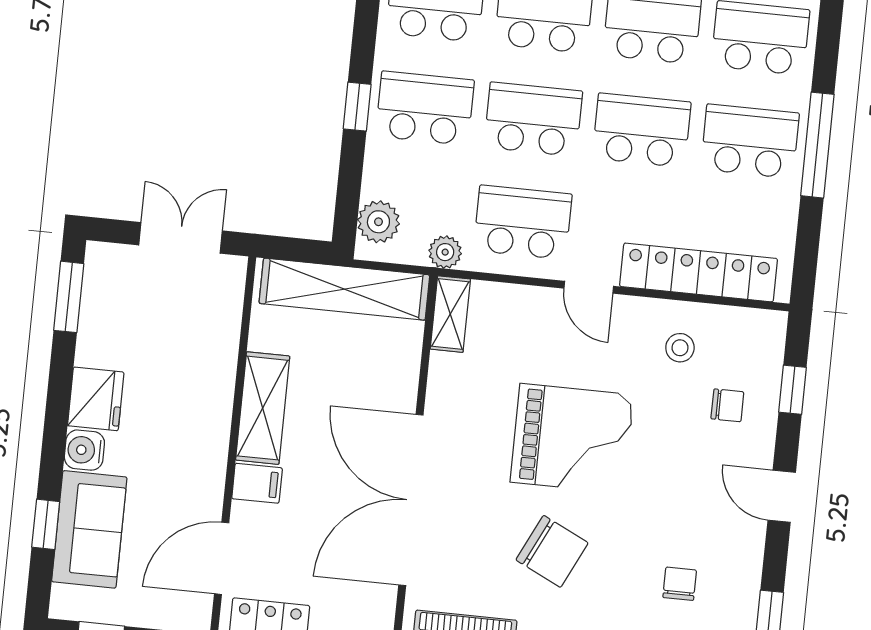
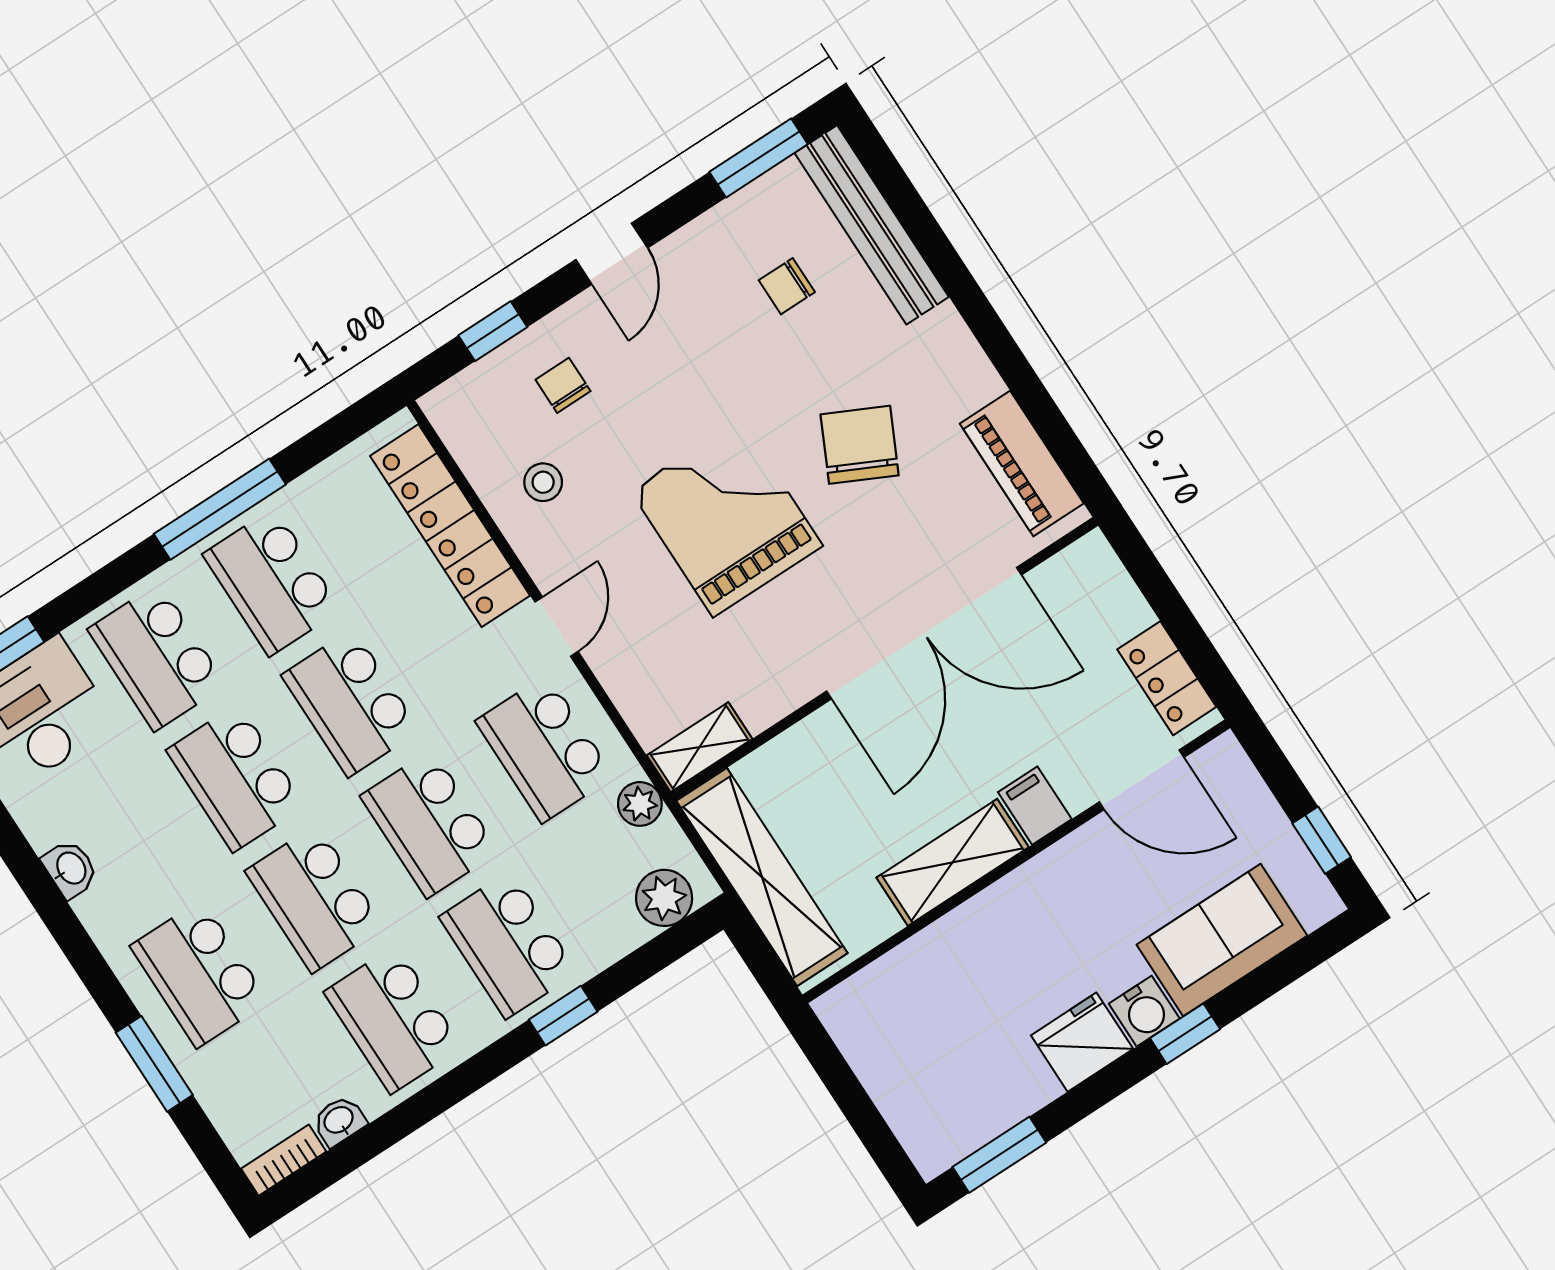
double door: (181, 238) -> (845, 1089), removed
window: (46, 524) -> (1185, 1034), moved

